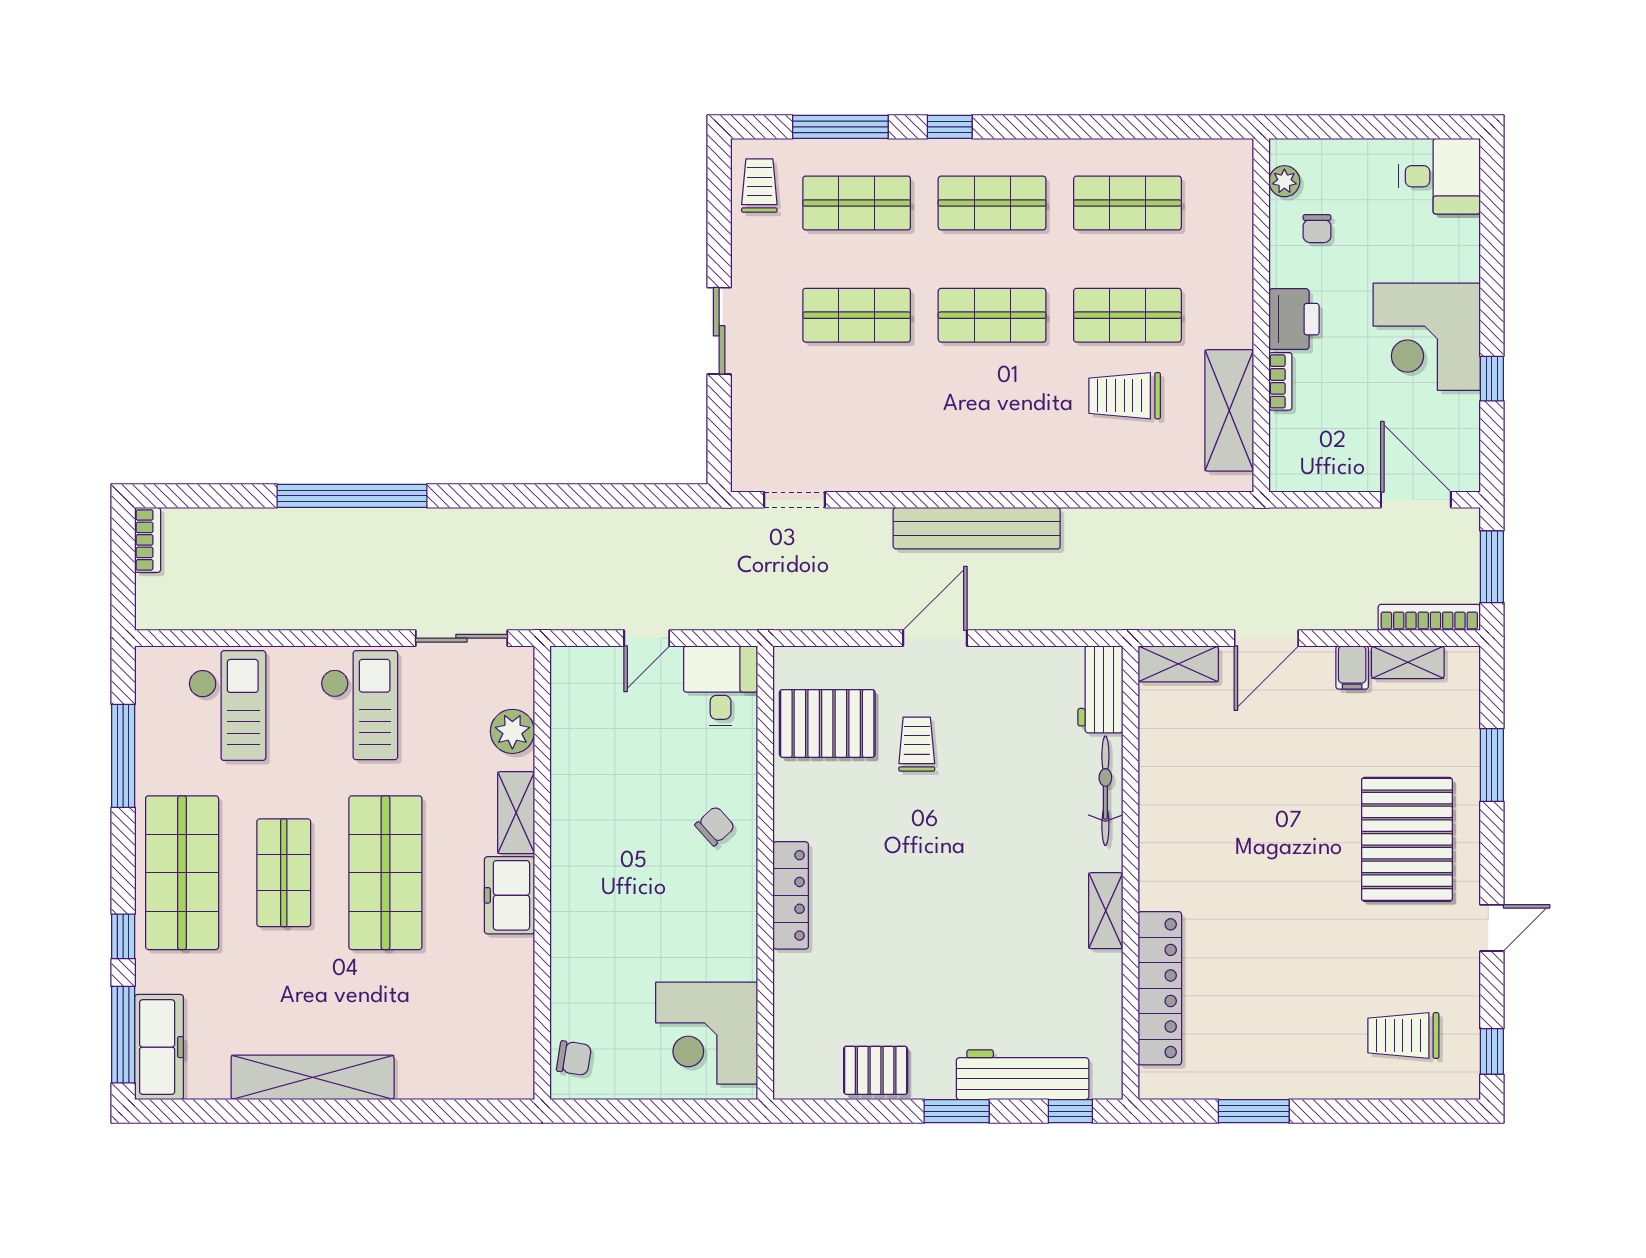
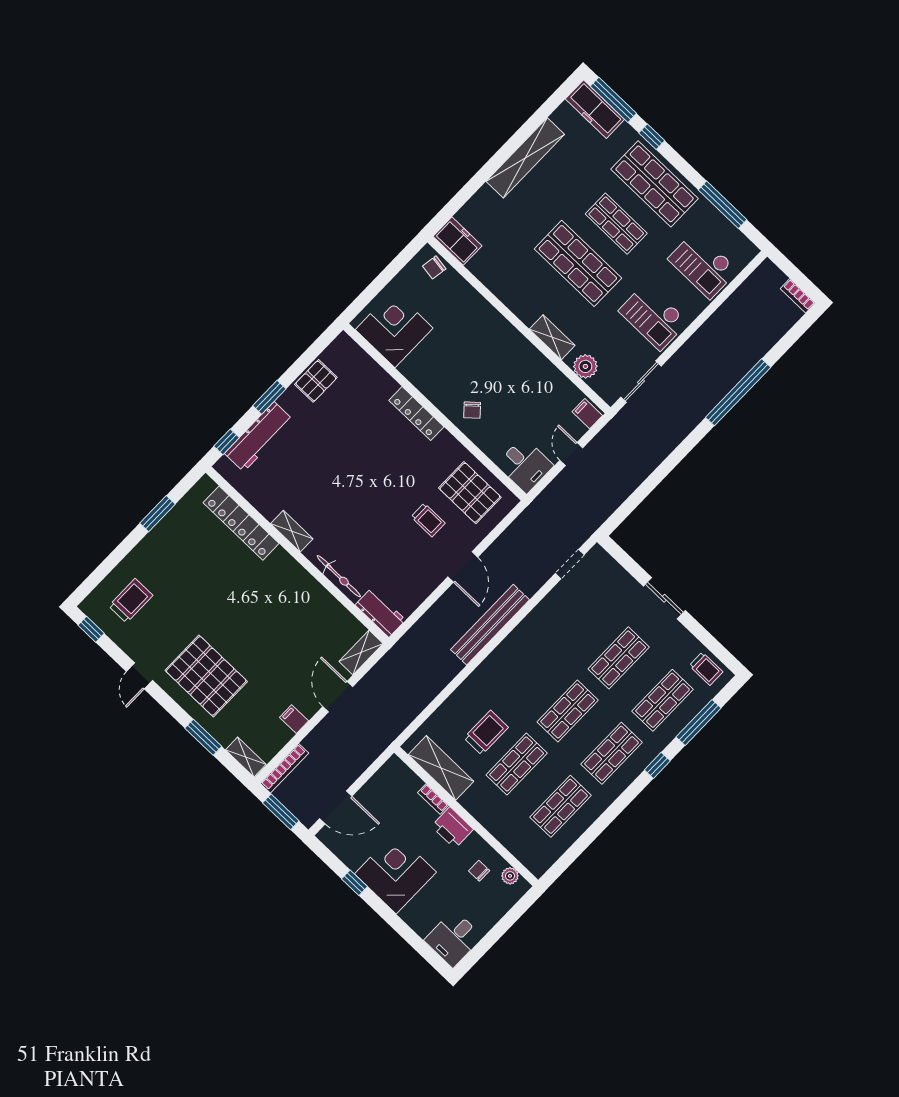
shelving: (1408, 662) -> (246, 757), moved, turned 90
filing cabinet: (573, 669) -> (587, 414), added
pallet: (827, 723) -> (470, 493), turned 90
freezer: (509, 895) -> (457, 241), moved

